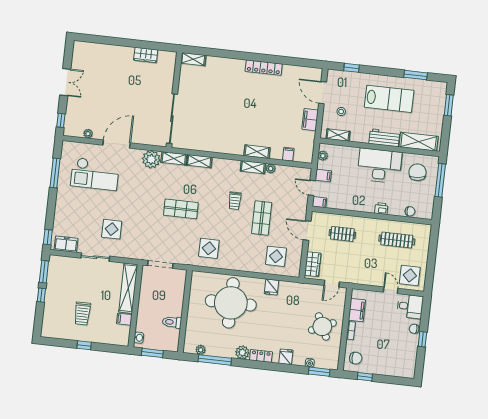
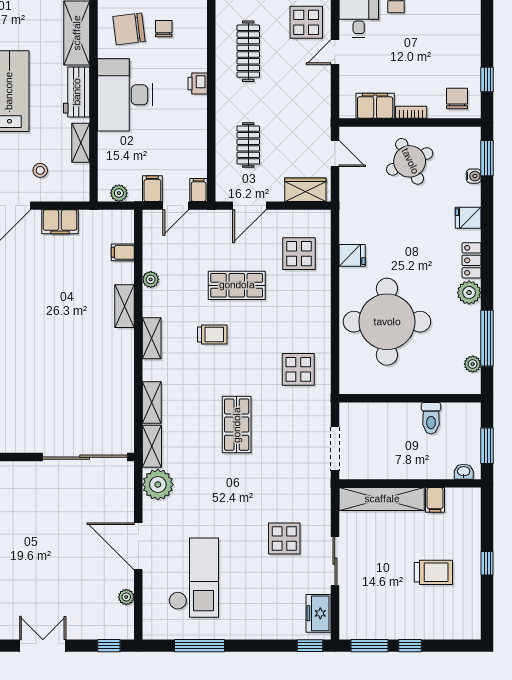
shelving: (338, 135) -> (81, 143), moved
shelving: (253, 167) -> (152, 338), moved
chair: (410, 211) -> (164, 29), moved

